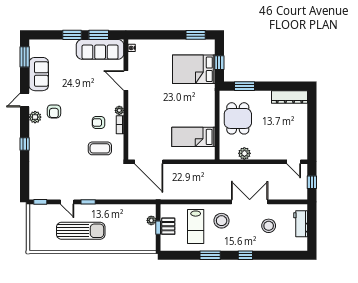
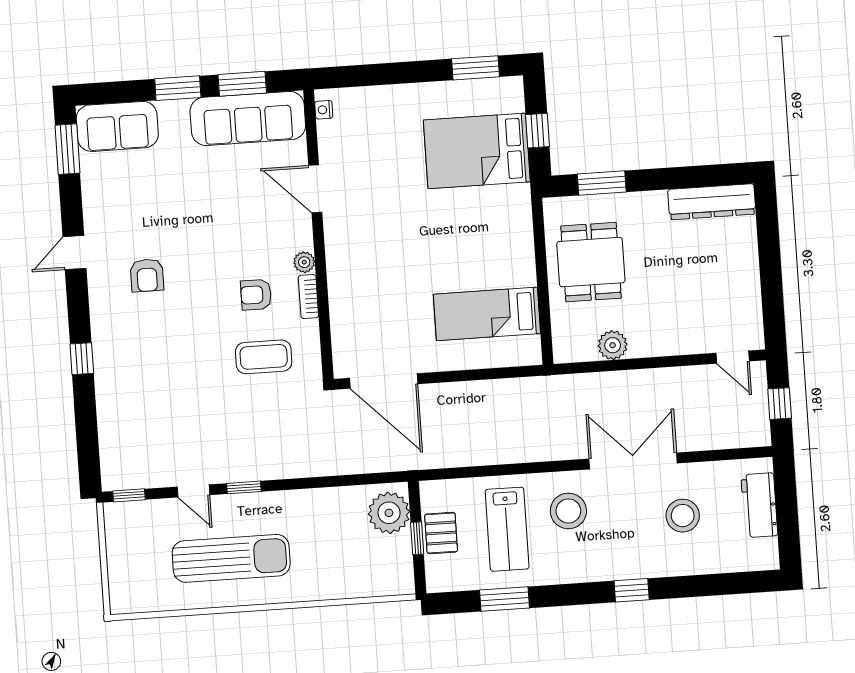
sofa: (39, 74) -> (117, 126), moved, turned 90
plant: (35, 117) -> (103, 292), removed
plant: (151, 220) -> (389, 513), width x1.88, depth x1.88
window: (210, 255) -> (505, 599), moved

